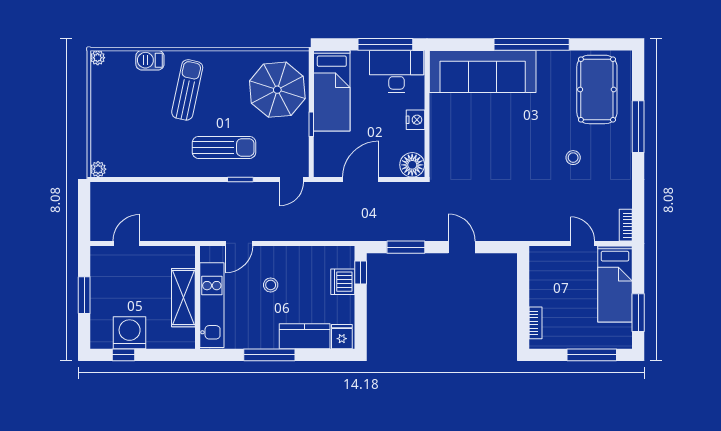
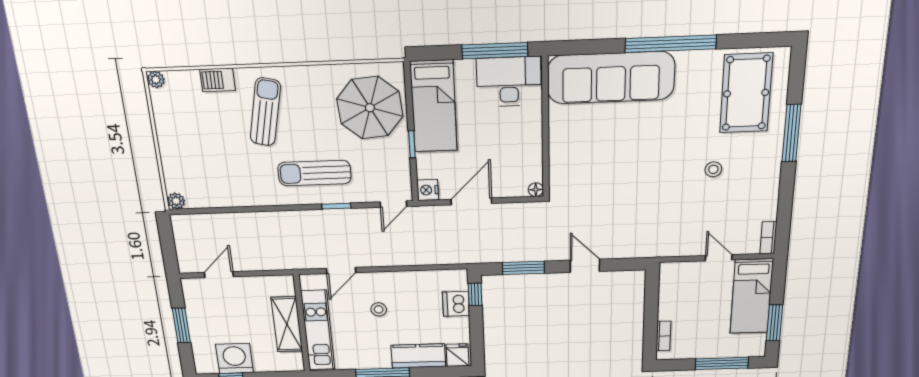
nightstand: (416, 120) -> (428, 190), moved, turned 180
sun lounger: (224, 147) -> (314, 173), turned 180
floor lamp: (412, 165) -> (536, 190), width x0.53, depth x0.53

